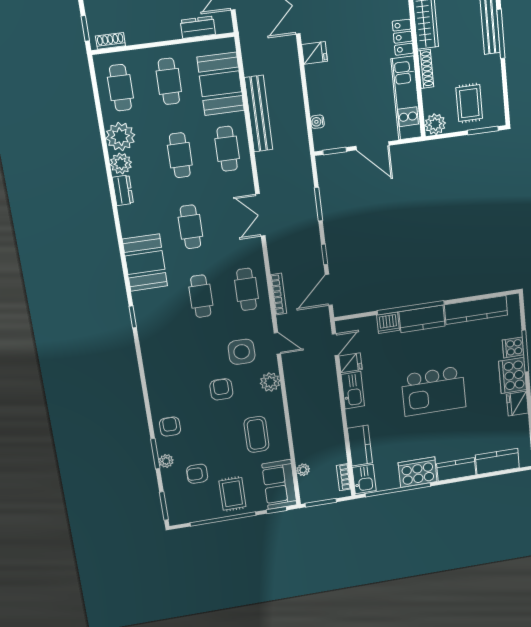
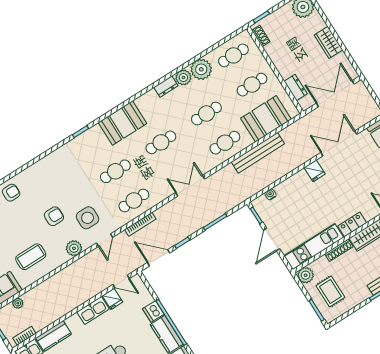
rug: (469, 103) -> (330, 291), turned 90

